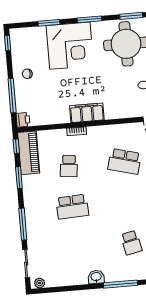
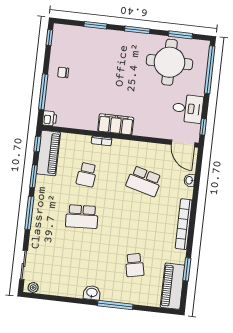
corner desk: (70, 46) -> (112, 53), removed
window: (23, 224) -> (29, 213), moved

